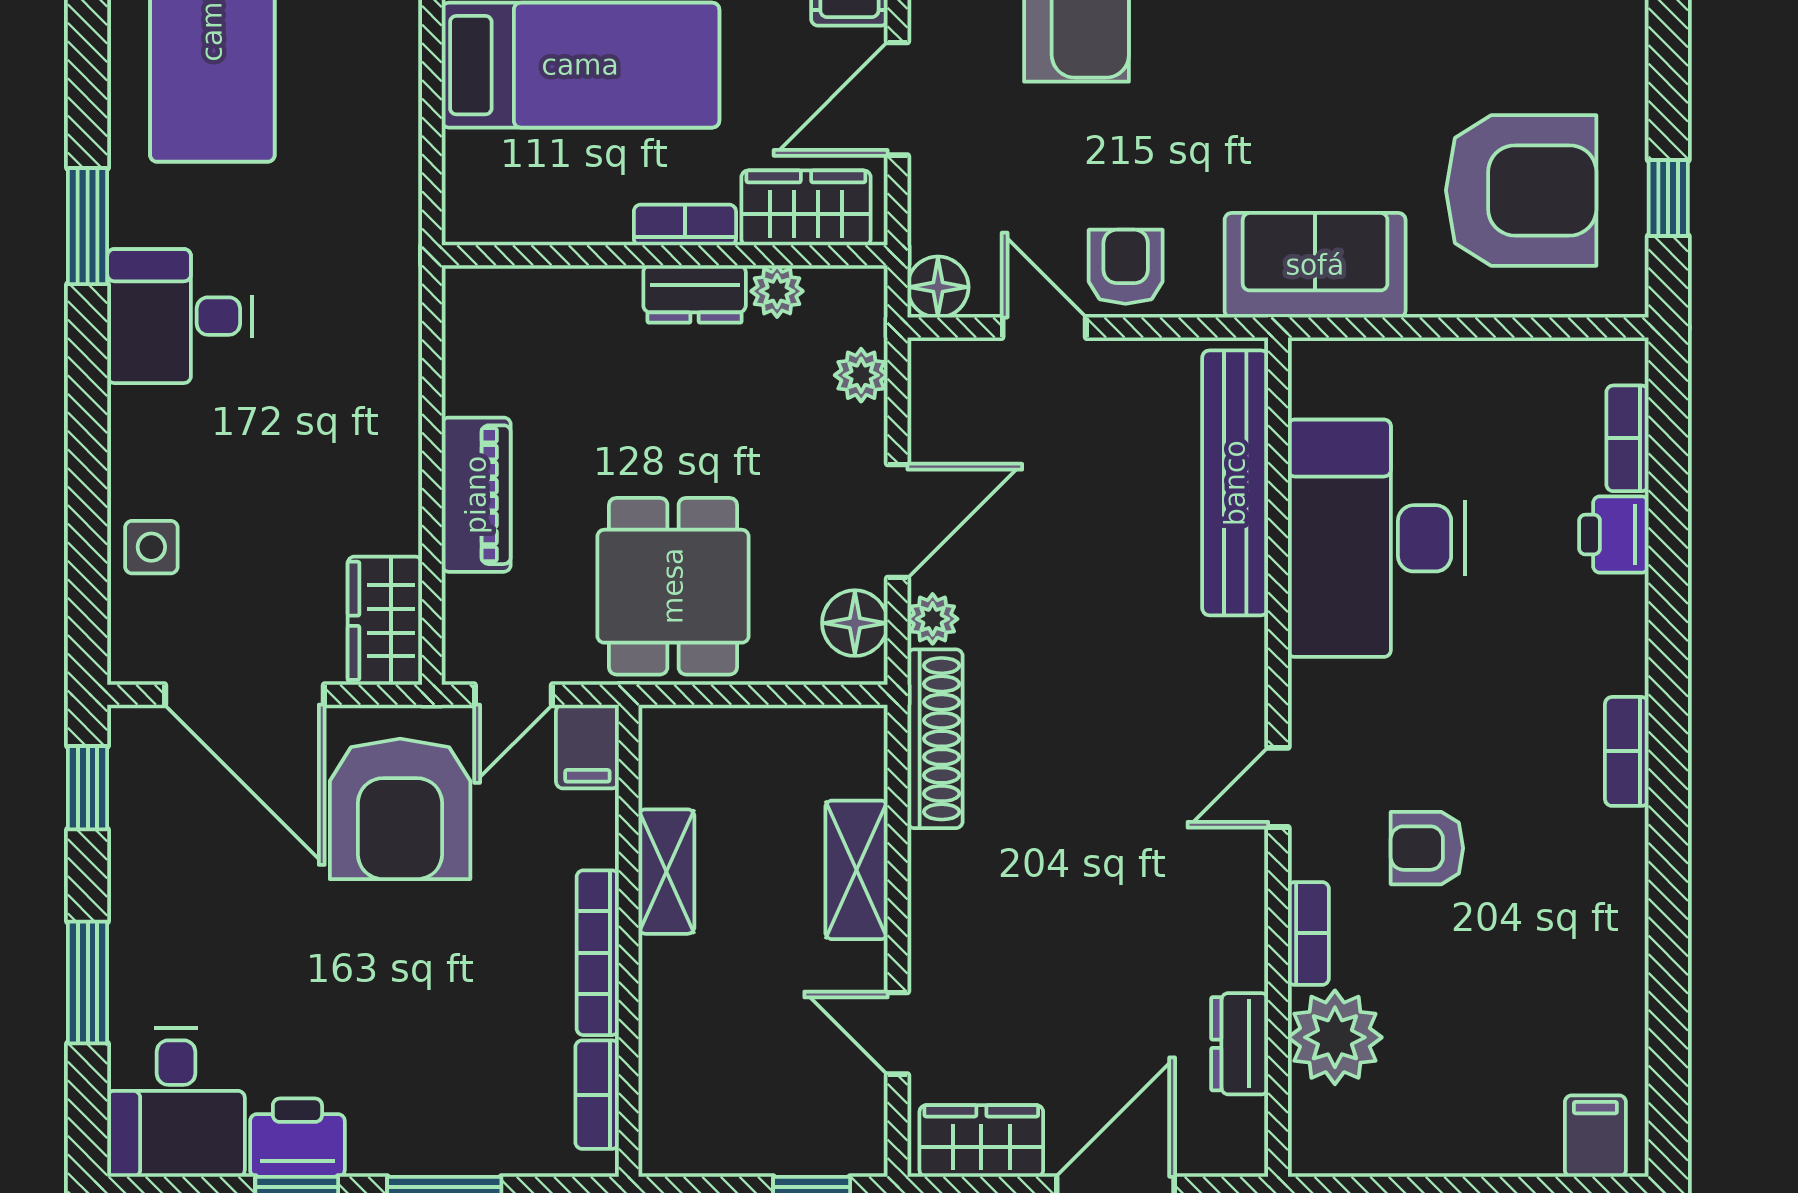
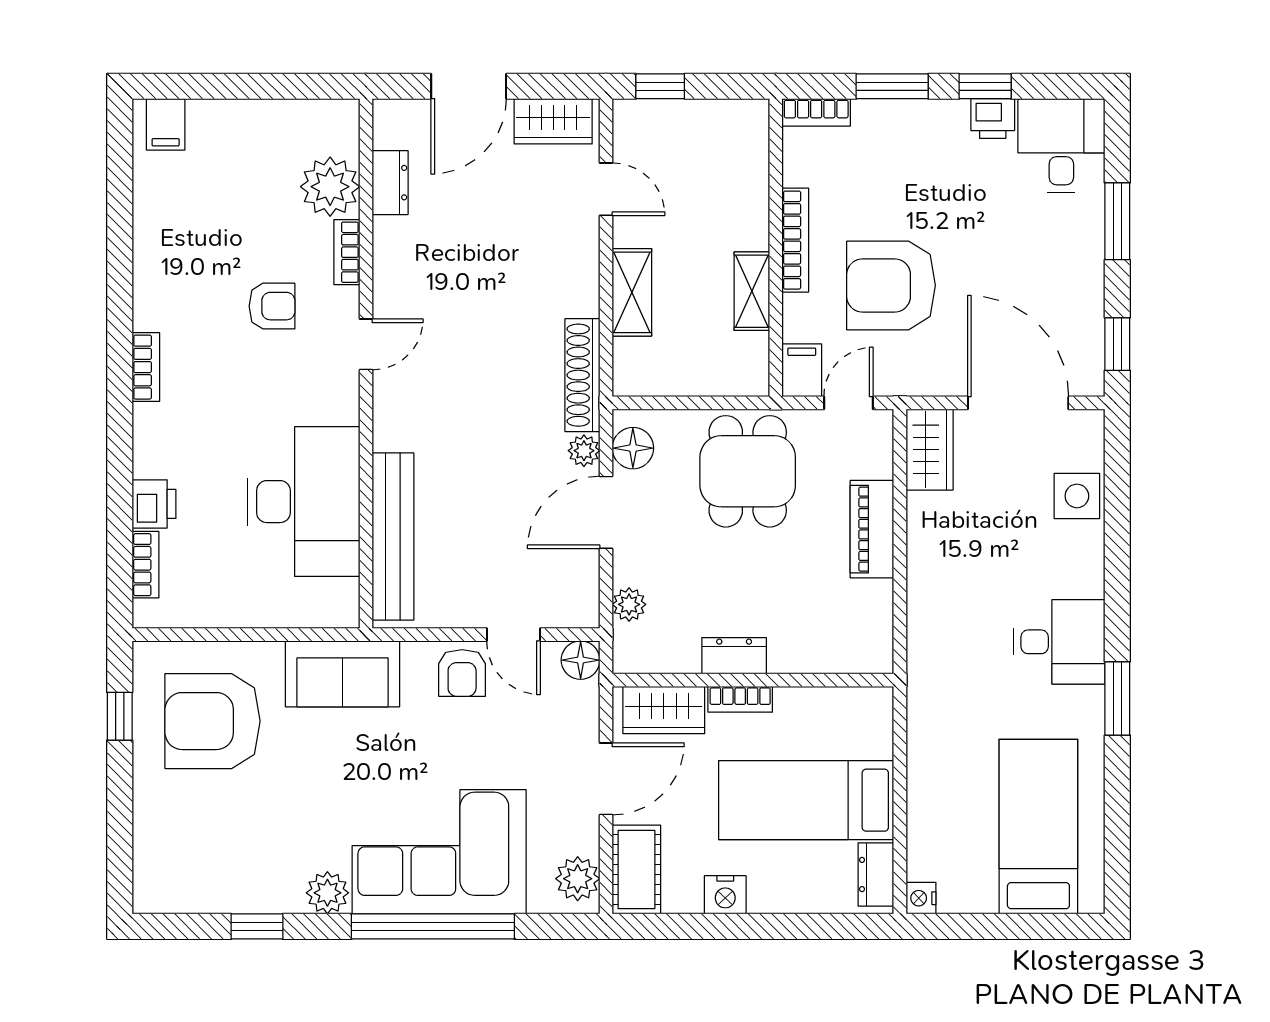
plant: (777, 291) -> (682, 658), removed
side table: (151, 547) -> (1077, 496), width x1.37, depth x1.37
armchair: (400, 809) -> (891, 285), moved, turned -90
bookcase: (597, 1095) -> (816, 112), moved, turned 90
printer: (297, 1138) -> (993, 119), width x0.73, depth x0.81

